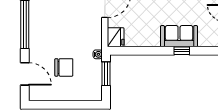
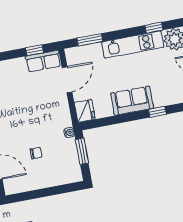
sofa: (179, 36) -> (132, 101), moved
chair: (64, 67) -> (36, 153), width x0.54, depth x0.54

